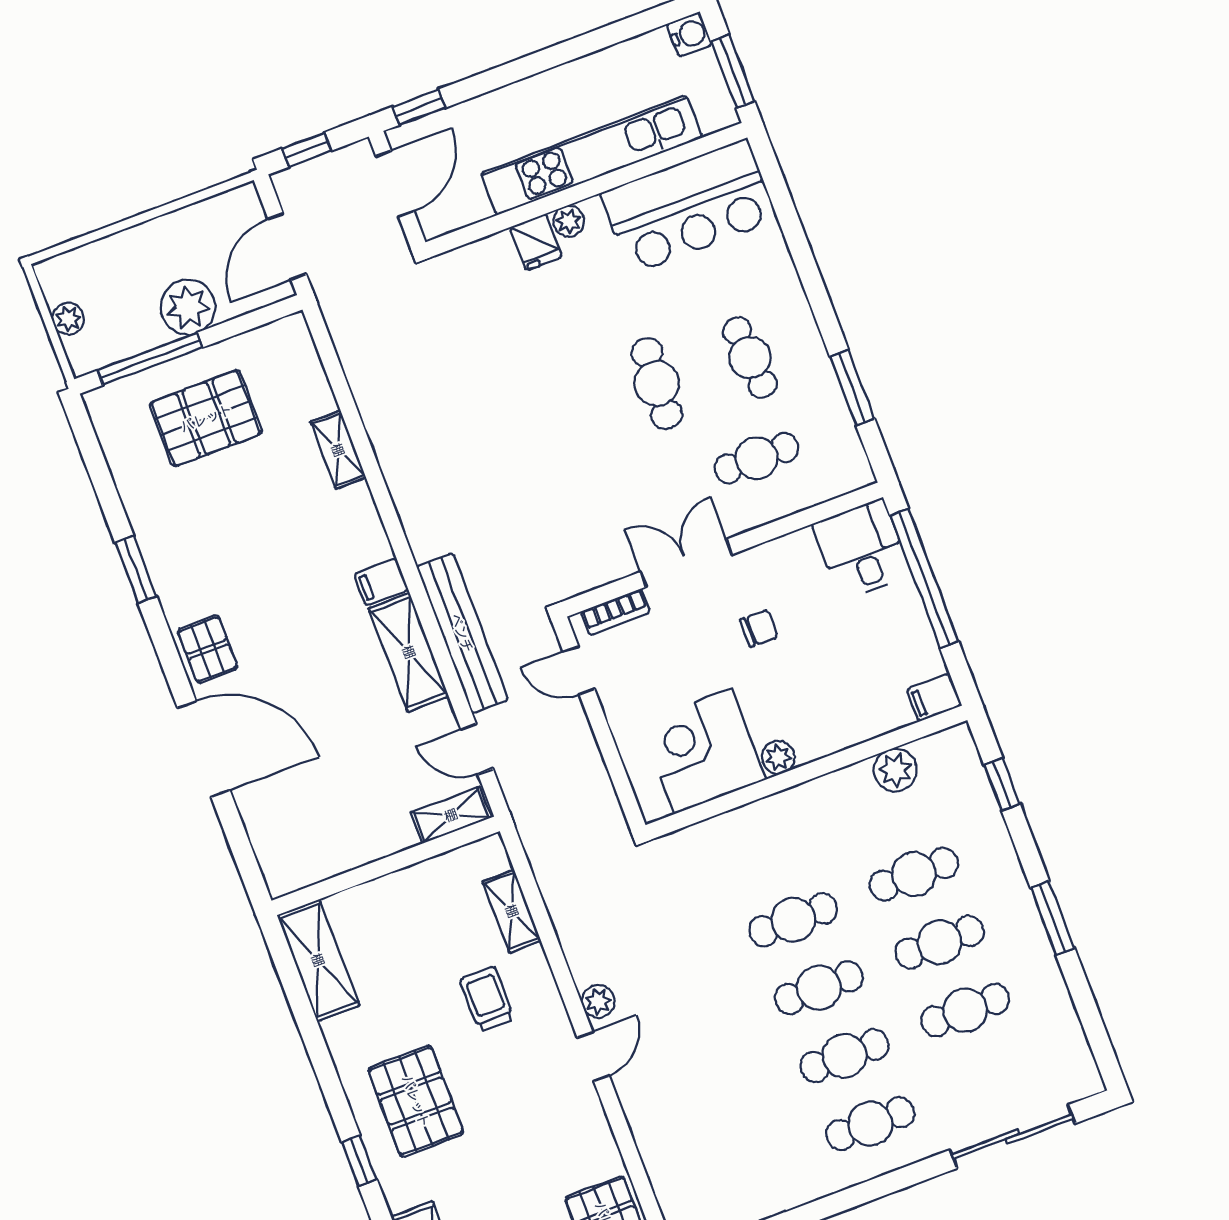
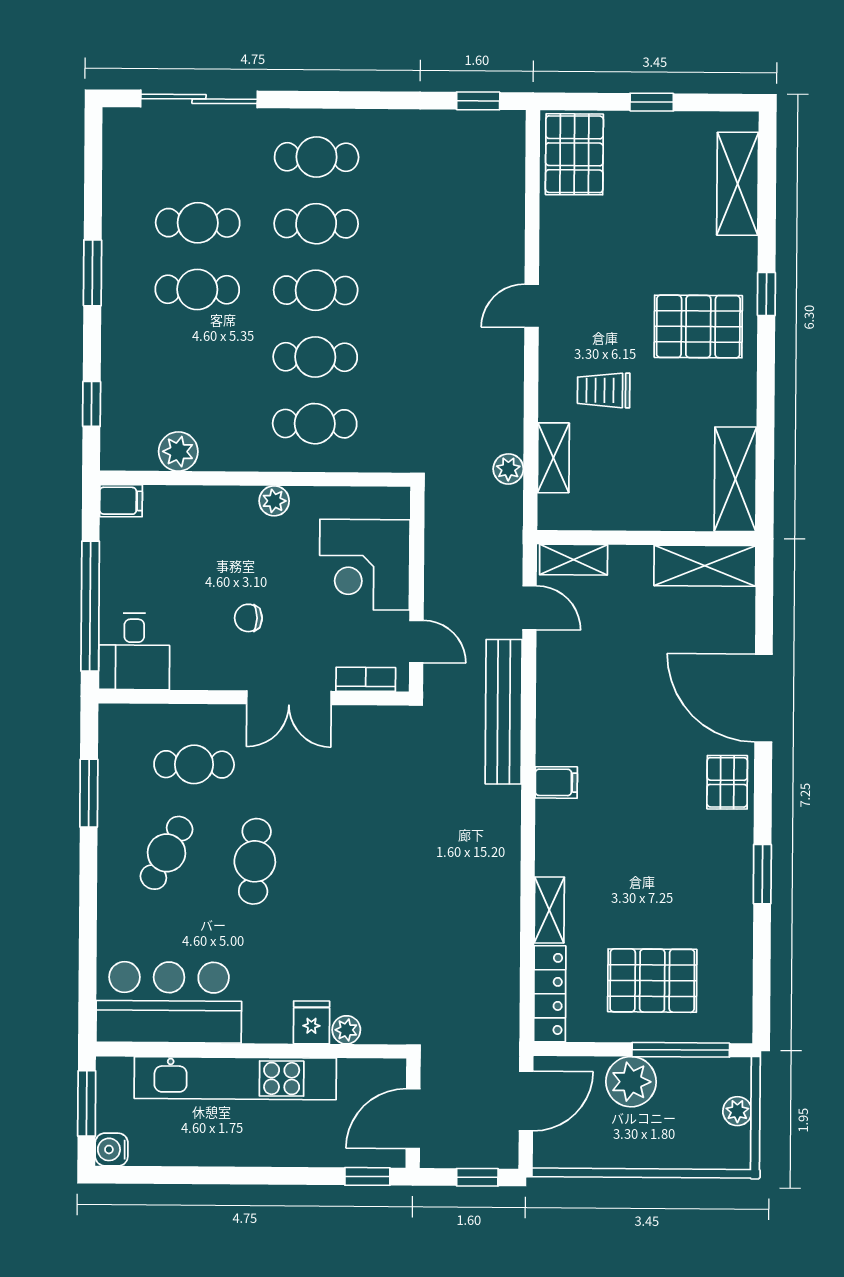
plant: (569, 221) -> (346, 1030), moved
cafe table: (750, 357) -> (167, 853), turned 33
locker: (305, 364) -> (550, 994), added
shelving: (409, 652) -> (705, 566), moved, turned 90
corner desk: (703, 751) -> (365, 565), moved, turned 90
cafe table: (914, 874) -> (315, 424), moved
trolley: (487, 999) -> (604, 390), turned 90
plant: (598, 1001) -> (508, 469), moved
pallet: (416, 1101) -> (698, 326), turned 90

